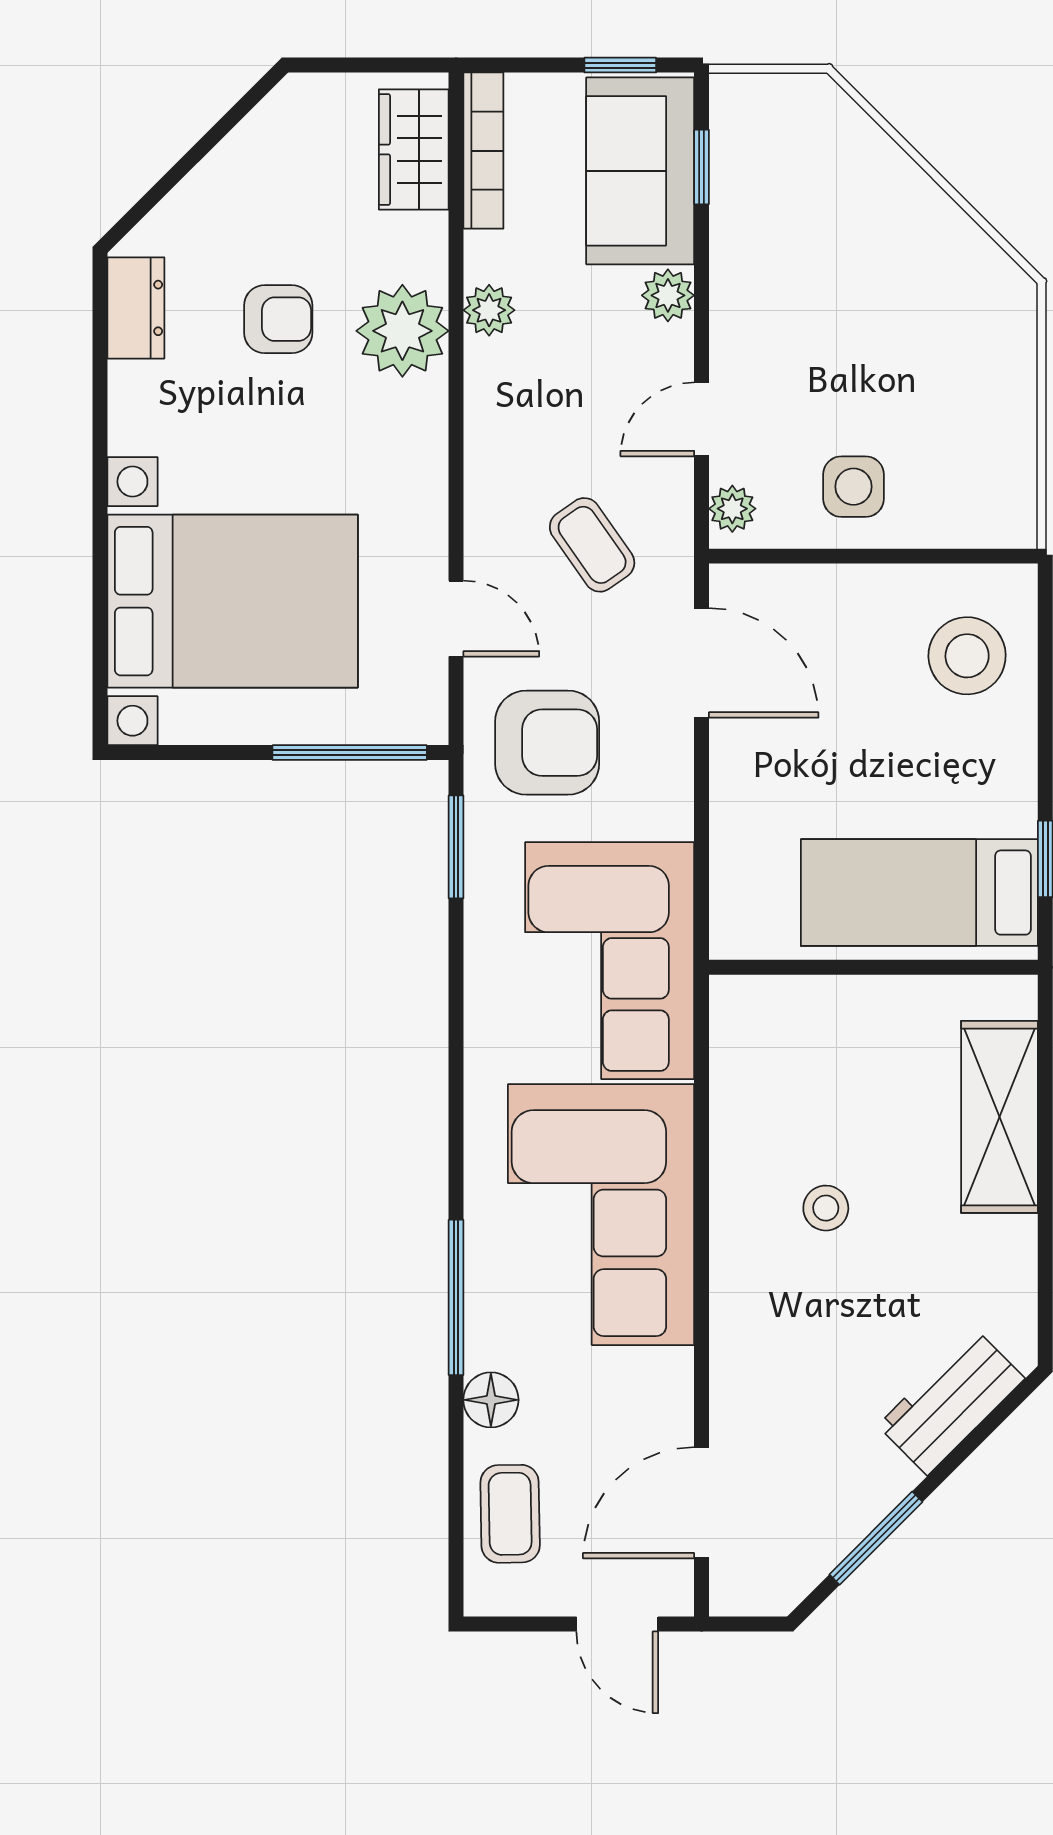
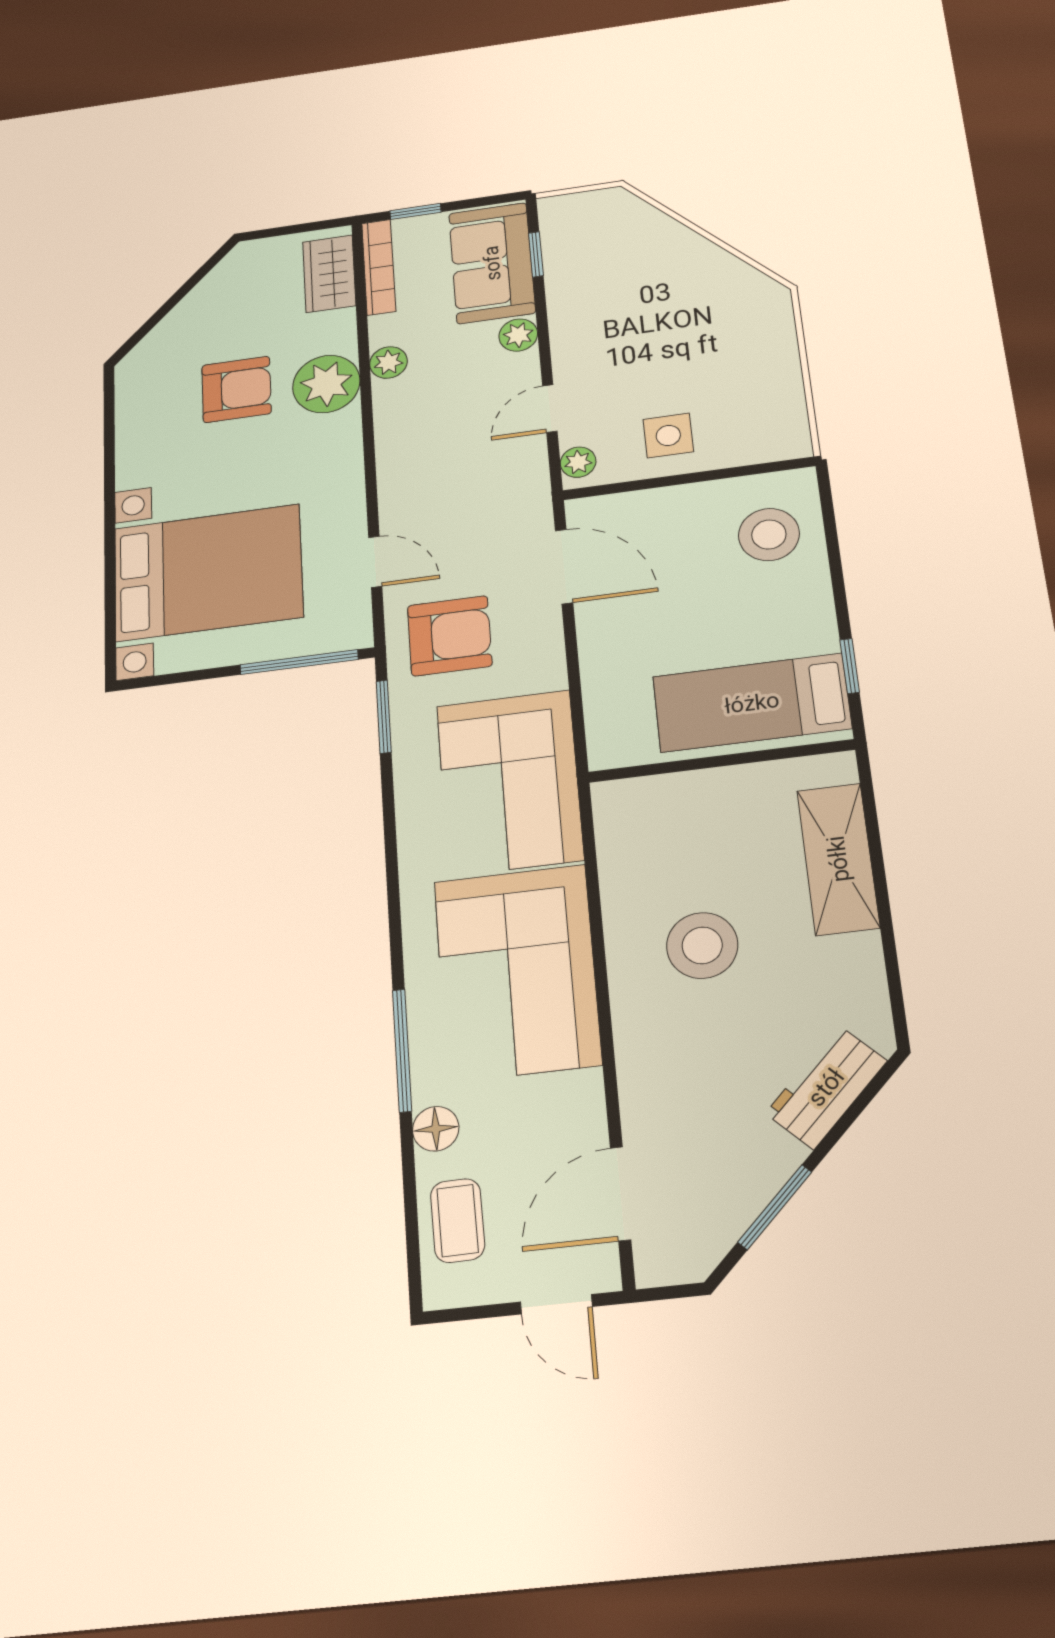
window: (620, 65) -> (415, 211), moved
dresser: (136, 308) -> (135, 397), removed
armchair: (278, 319) -> (236, 389), width x1.38, depth x1.38
coffee table: (592, 545) -> (474, 500), removed
stool: (826, 1208) -> (702, 945), width x1.89, depth x1.89

